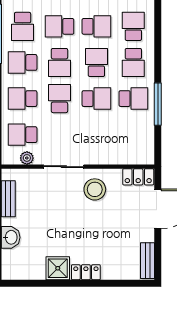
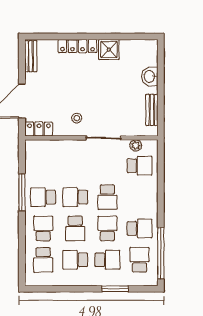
school desk: (23, 99) -> (139, 197), removed
stool: (95, 189) -> (77, 118), width x0.53, depth x0.53
locker: (86, 272) -> (77, 46), width x1.53

